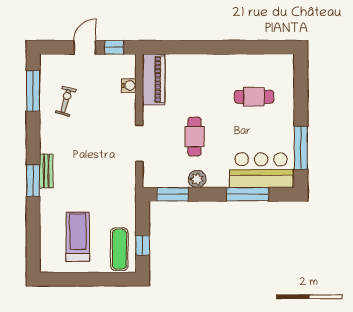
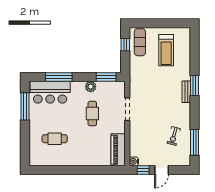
water cooler: (129, 86) -> (134, 161), moved

